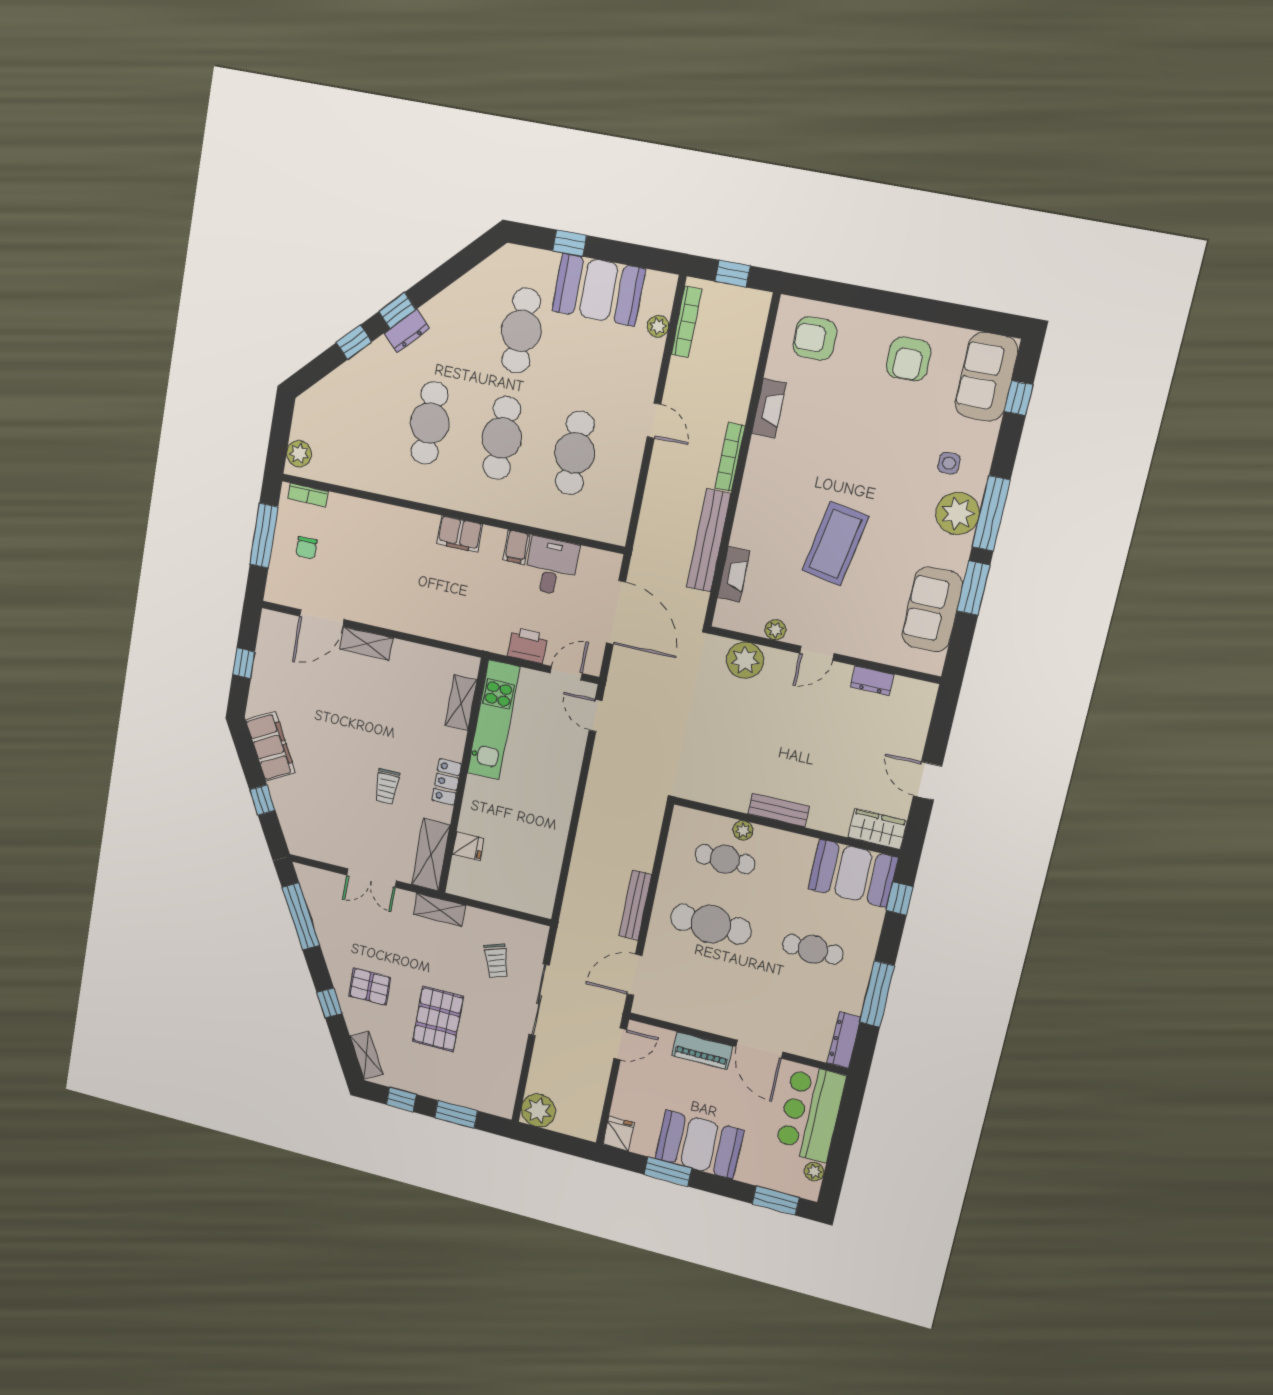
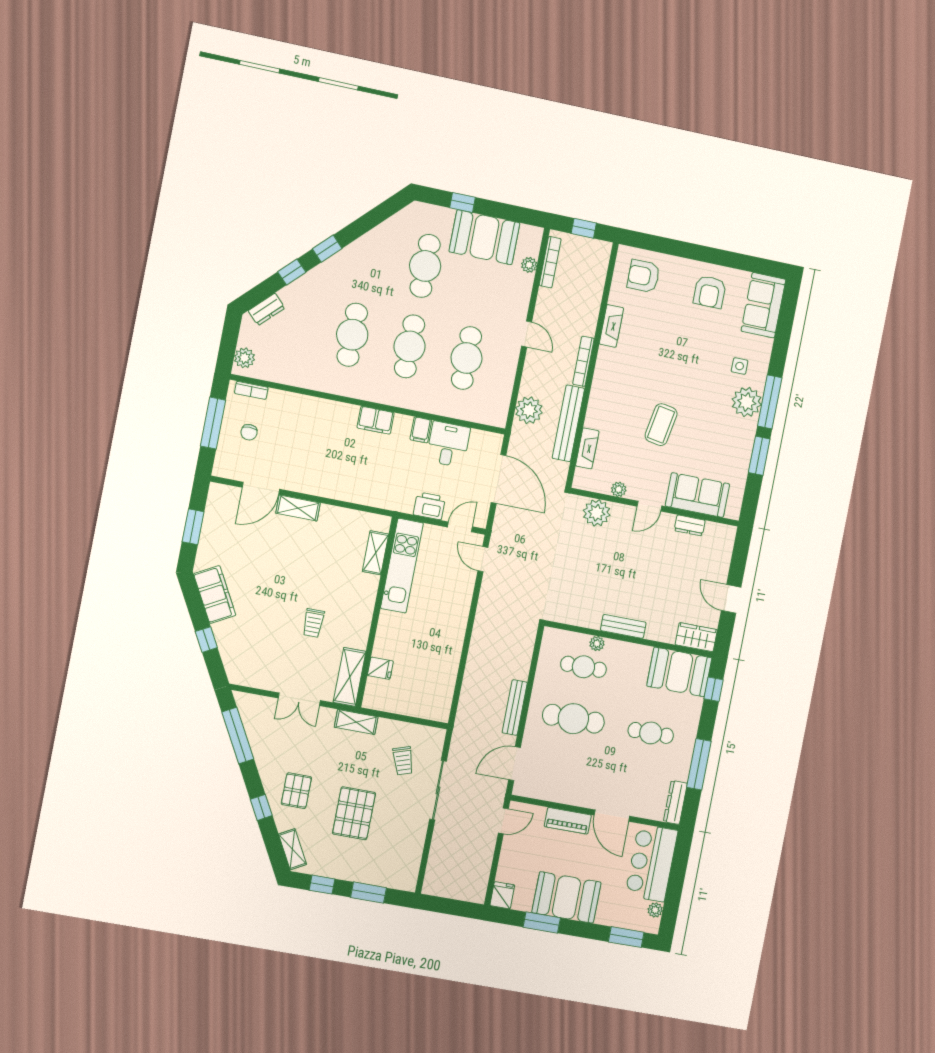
dresser: (407, 331) -> (267, 309), moved
window: (1019, 398) -> (786, 320), removed
coffee table: (835, 544) -> (661, 425), width x0.73, depth x0.76
sofa: (932, 609) -> (697, 495), moved, turned 90
window: (244, 663) -> (193, 527), width x1.50
locker: (447, 782) -> (363, 617), removed
pallet: (370, 987) -> (296, 791), turned 90
plant: (538, 1110) -> (529, 410), moved

